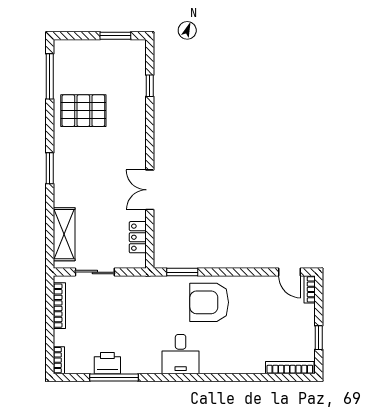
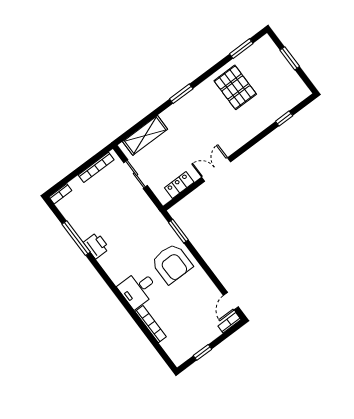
window: (115, 36) -> (290, 58), moved
window: (50, 76) -> (241, 49), width x0.69
armchair: (209, 302) -> (172, 264), turned 180
desk: (181, 354) -> (138, 289), moved
printer: (107, 363) -> (96, 246), moved
bookcase: (290, 368) -> (151, 324), moved

